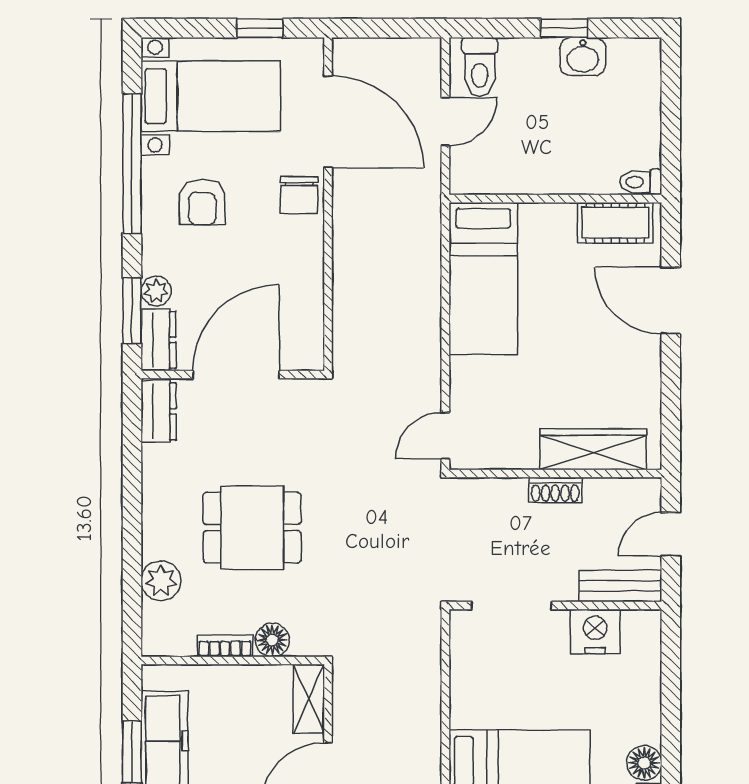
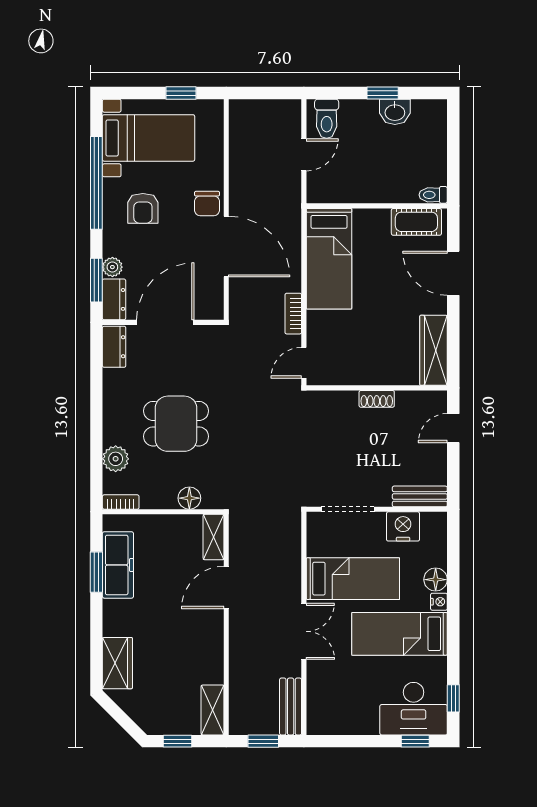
door: (328, 122) -> (226, 247), moved
bookcase: (429, 361) -> (293, 314), added
wardrobe: (593, 449) -> (434, 350), moved, turned -90
bench: (620, 586) -> (420, 496), moved
doorway: (511, 606) -> (348, 509), moved
wall: (555, 606) -> (377, 509), moved
nightstand: (595, 631) -> (403, 526), moved
bookcase: (225, 646) -> (121, 502), moved

